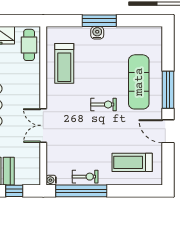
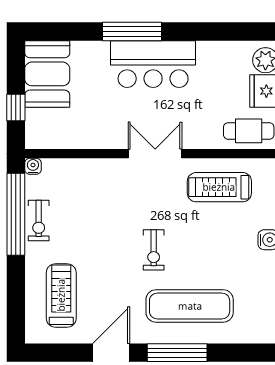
double door: (43, 125) -> (155, 154), moved

